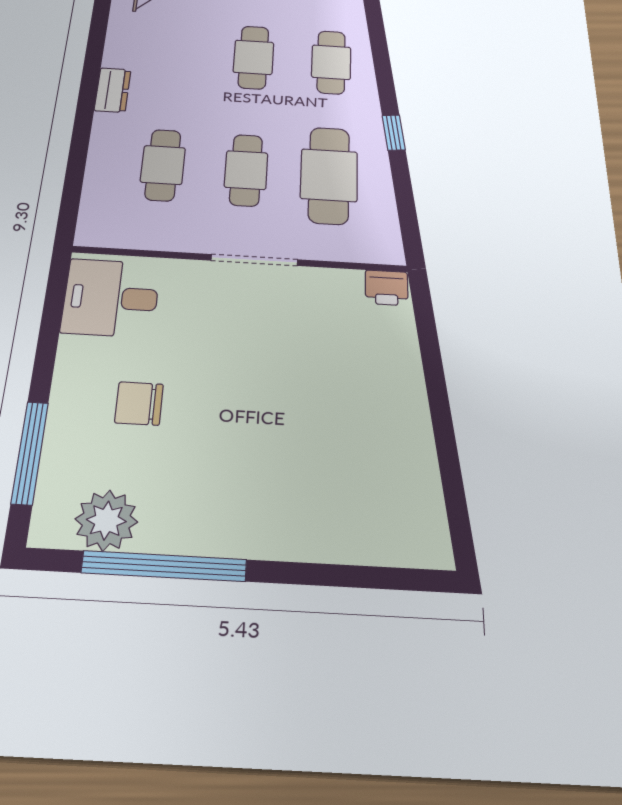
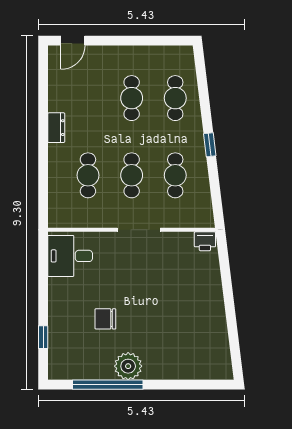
cafe table: (329, 175) -> (175, 175), width x0.73, depth x0.74
chair: (139, 403) -> (105, 319), moved
window: (30, 453) -> (43, 337), width x0.46
plant: (106, 520) -> (128, 366), moved

